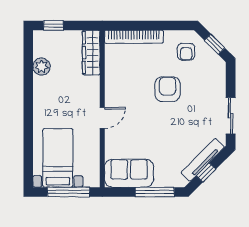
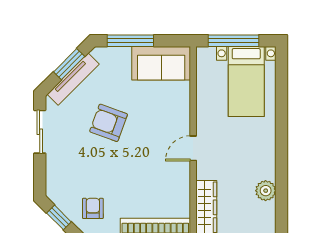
armchair: (168, 89) -> (109, 123), moved, turned 110
door: (102, 118) -> (193, 148), moved
window: (206, 172) -> (69, 64), width x1.50

